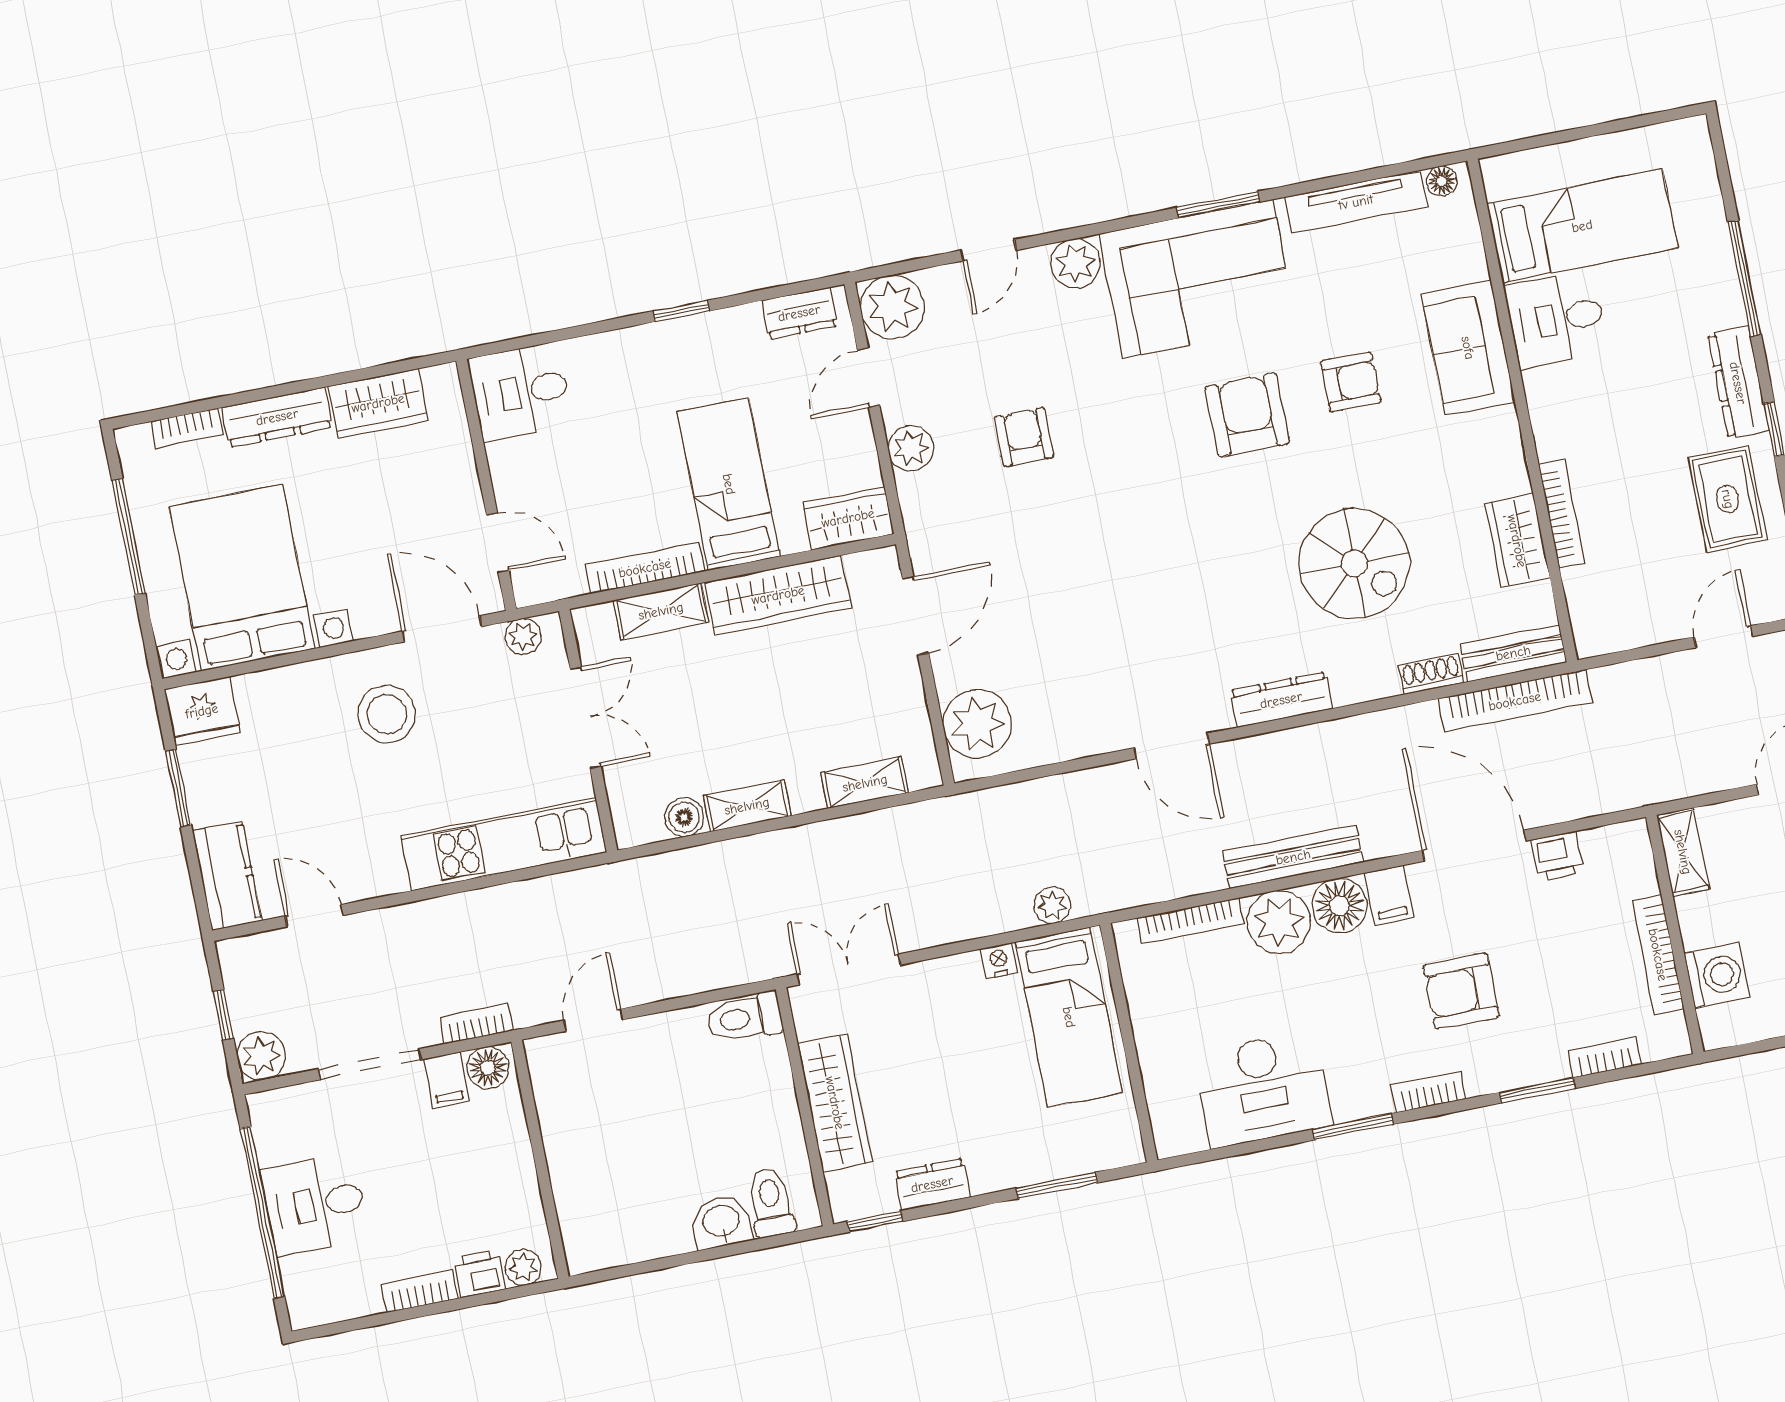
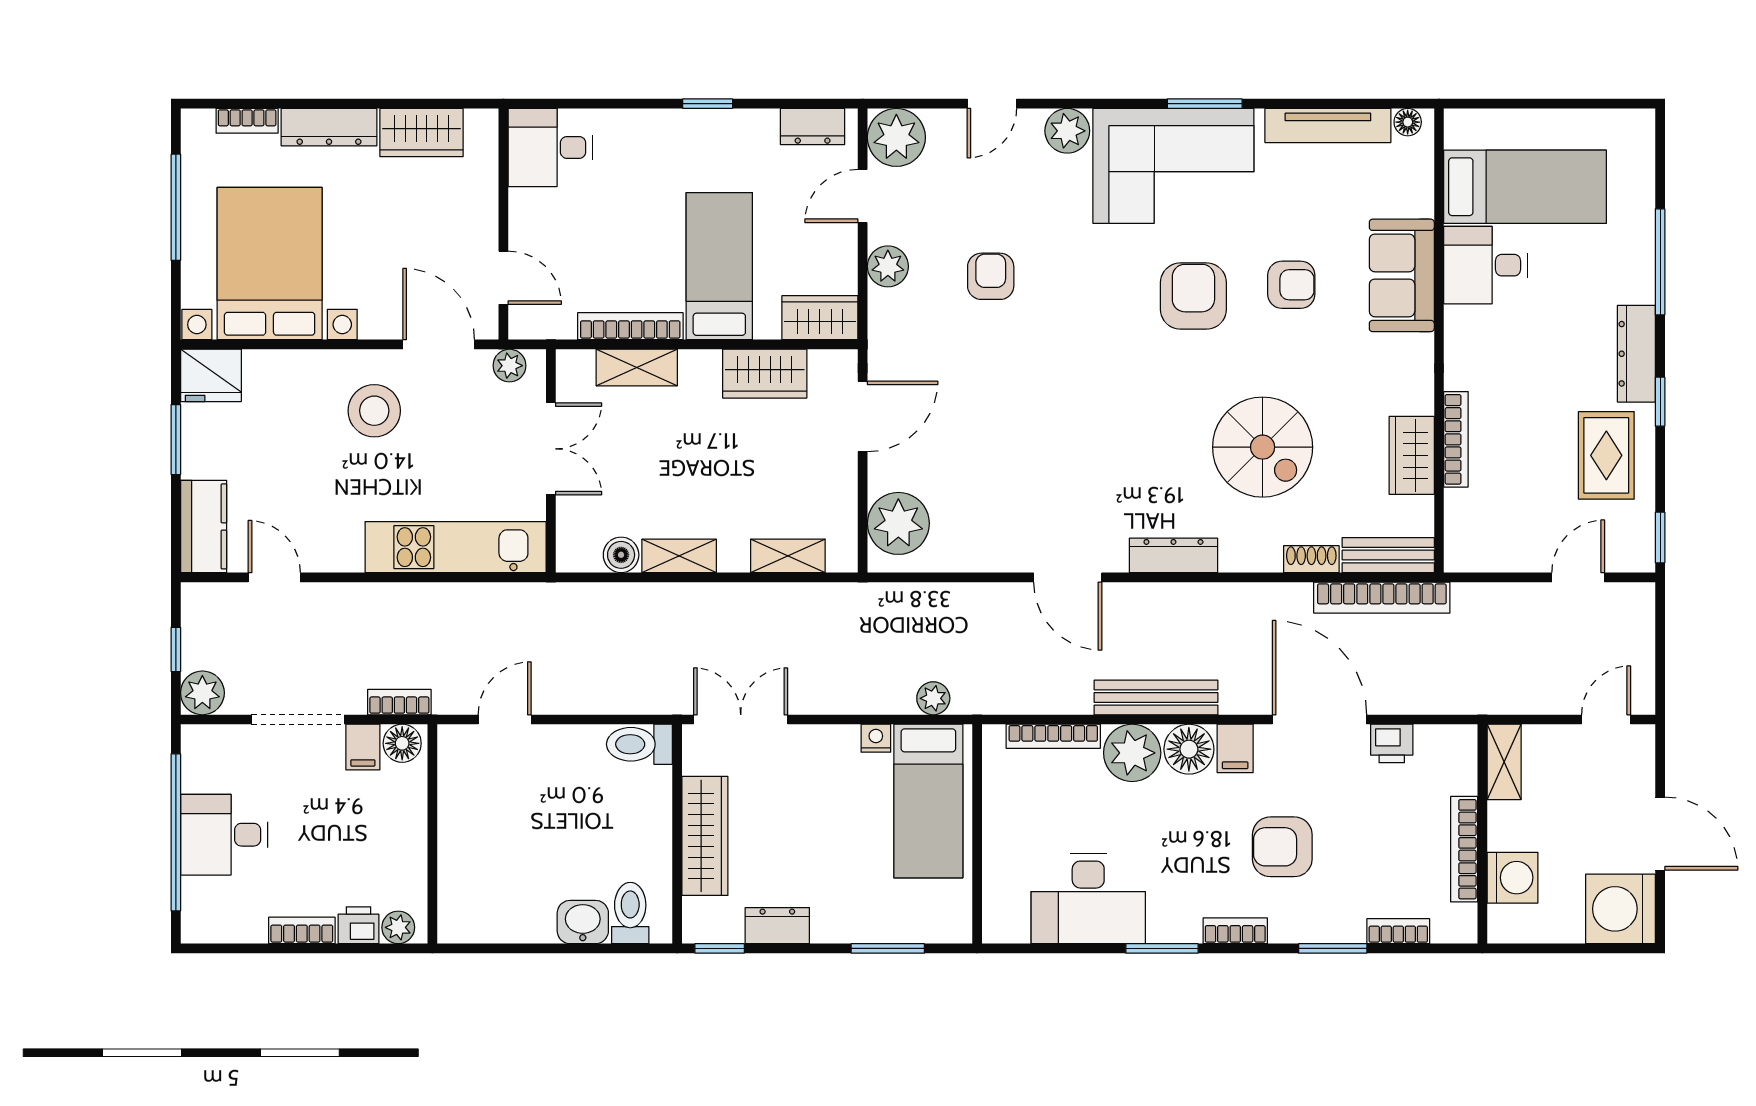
wardrobe: (778, 595) -> (765, 374), width x0.67

